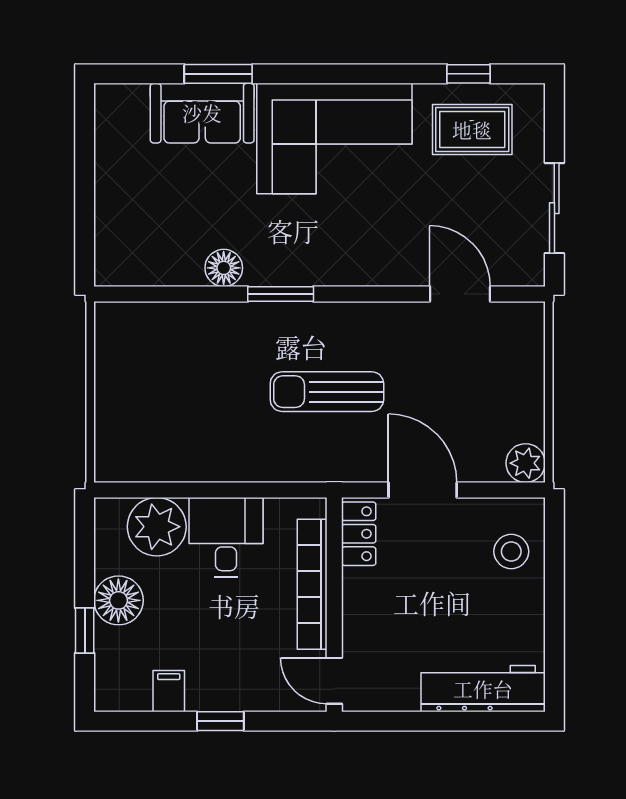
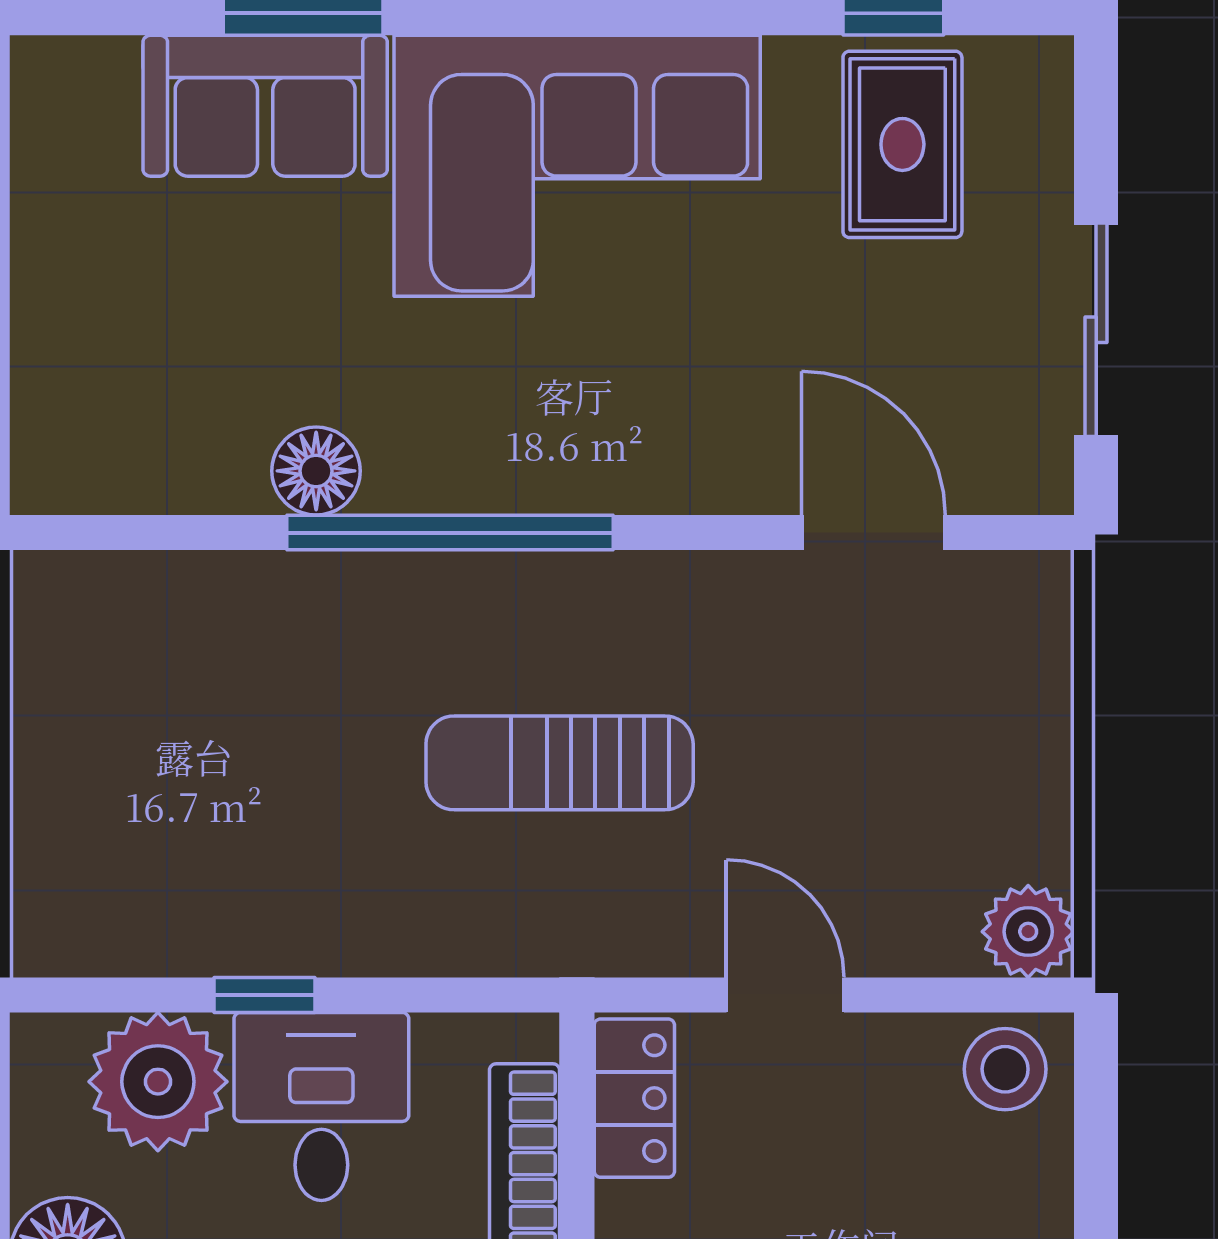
rug: (472, 130) -> (902, 144), turned 90
window: (281, 294) -> (450, 533), width x2.11
window: (202, 490) -> (265, 995), added
door: (423, 490) -> (785, 995), width x0.73
stool: (511, 551) -> (1005, 1069), moved

